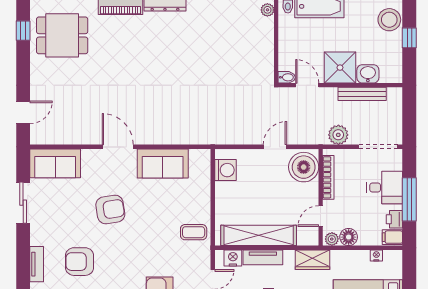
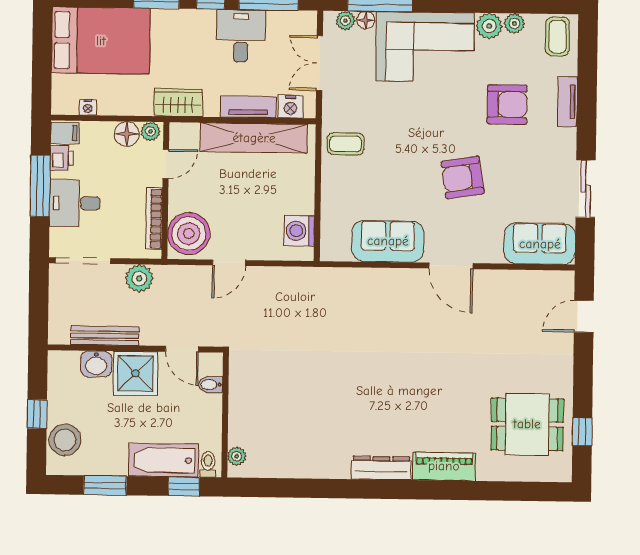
bidet: (287, 77) -> (211, 385), moved

